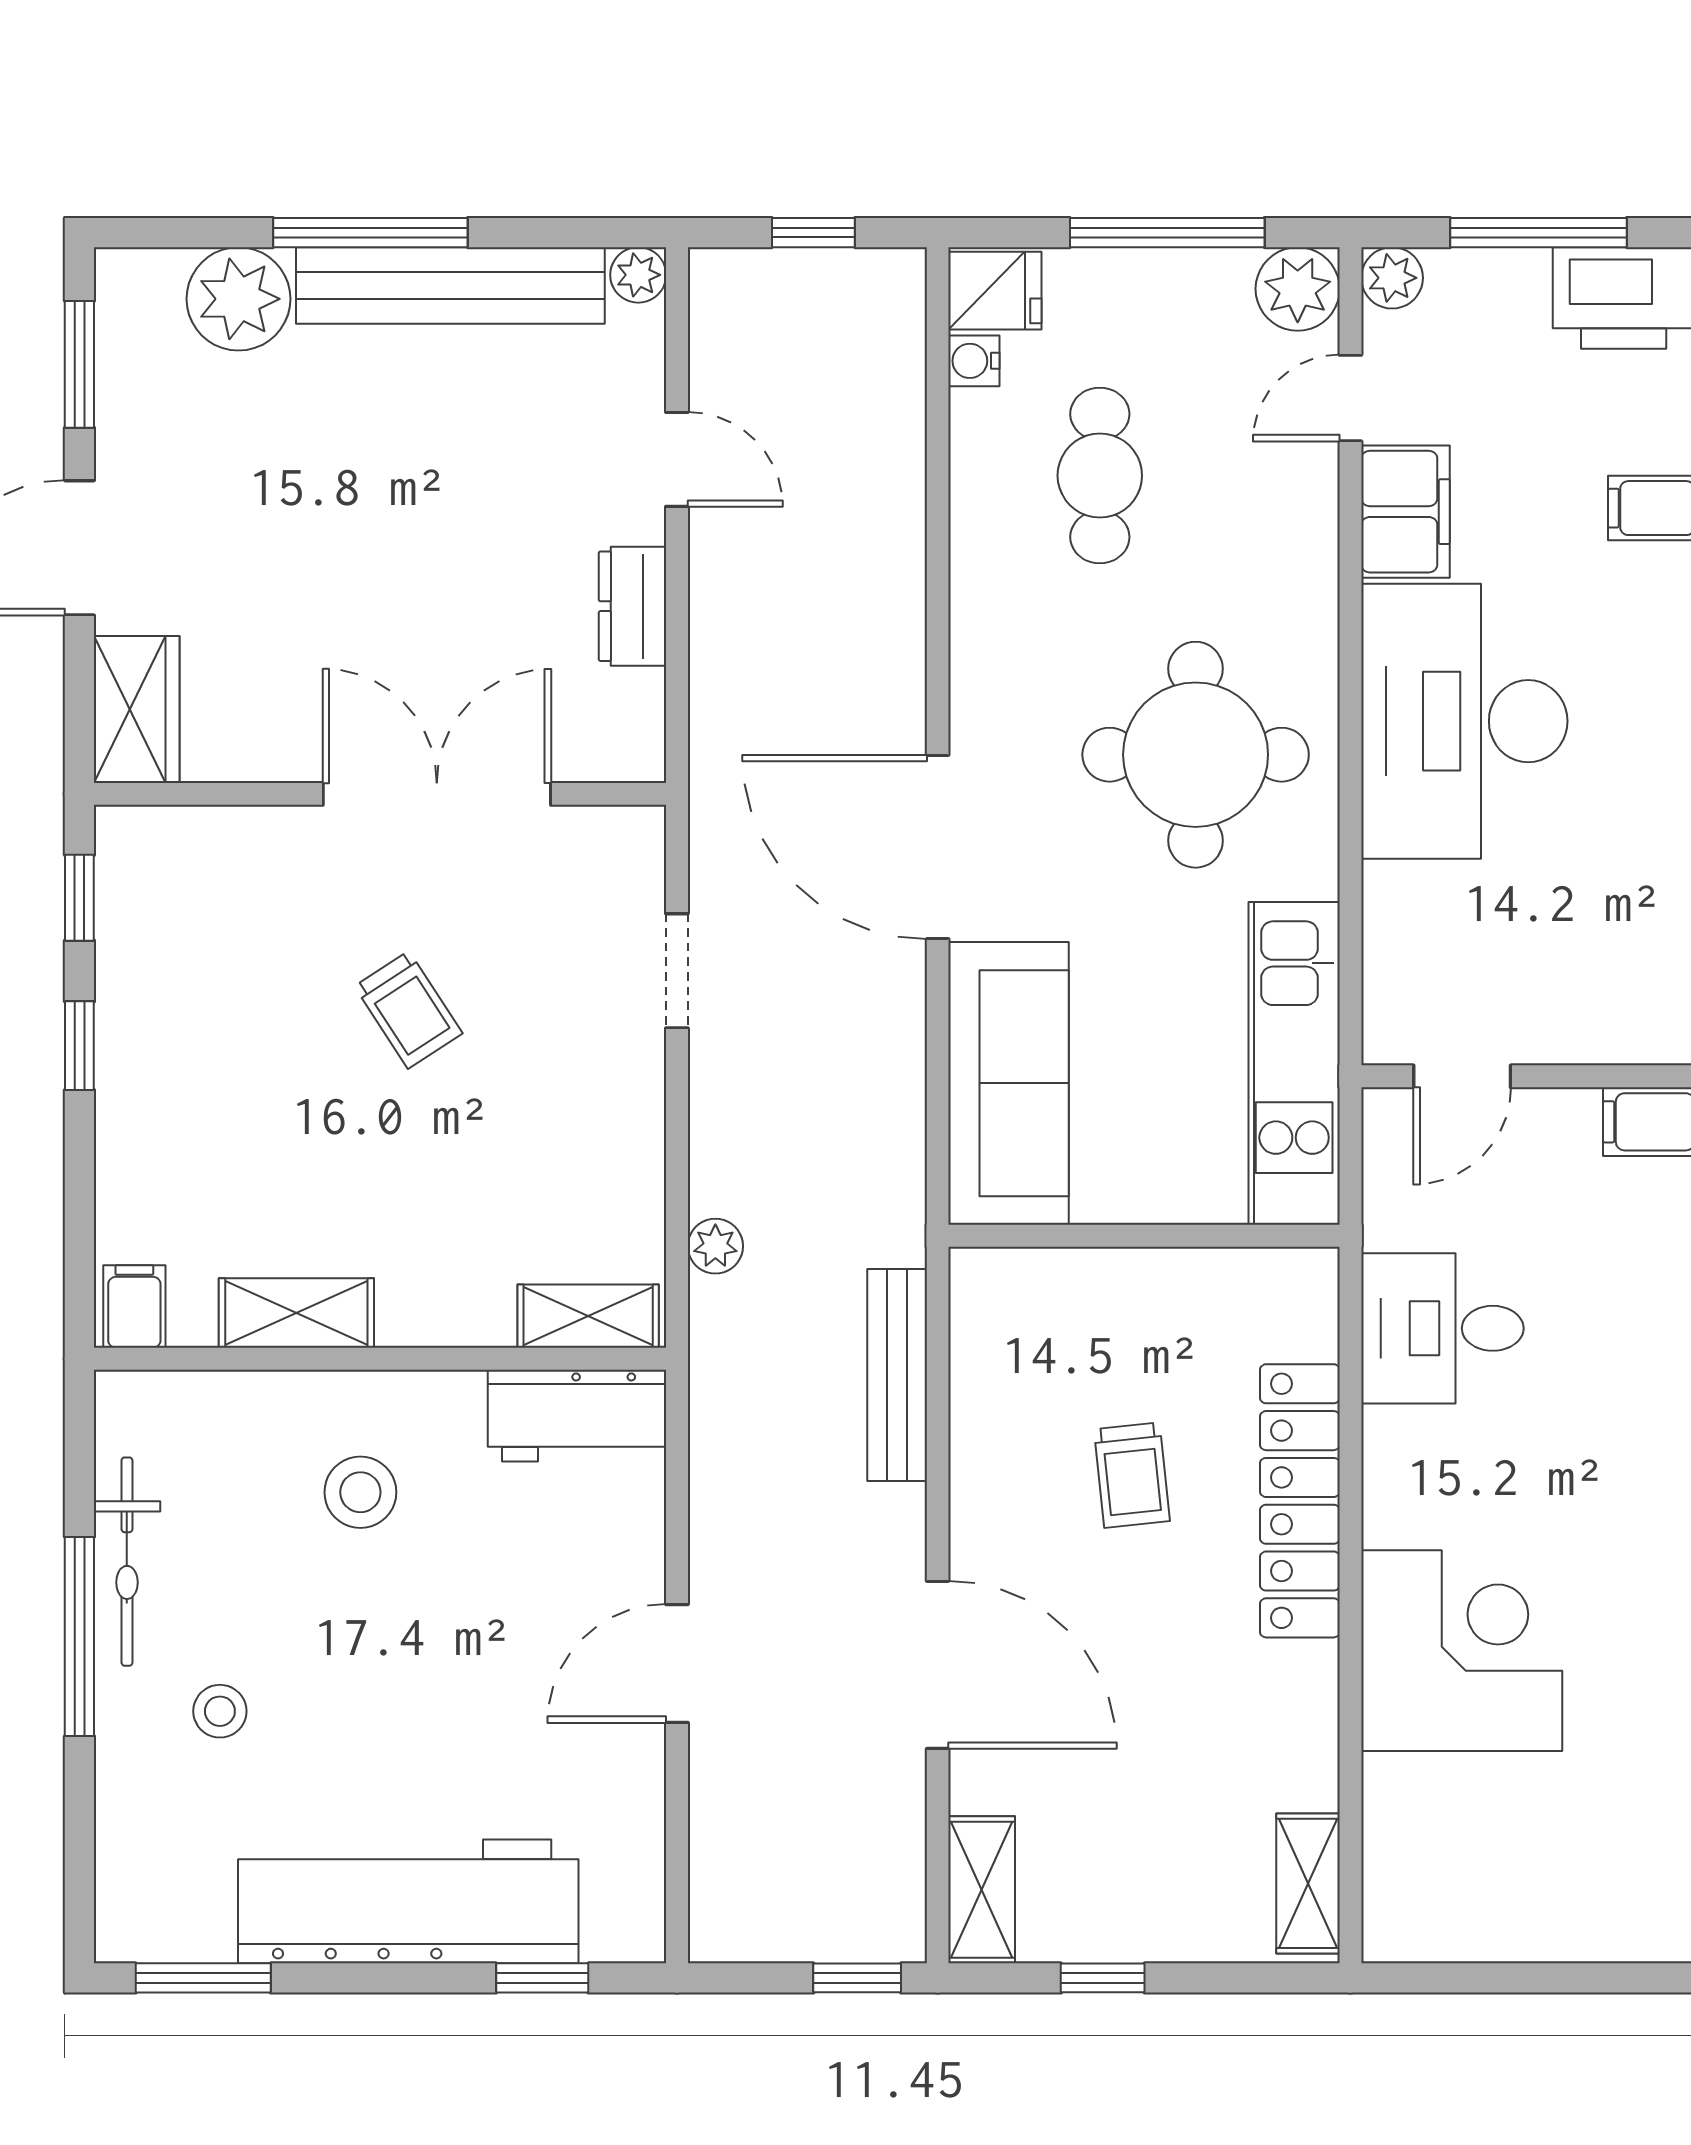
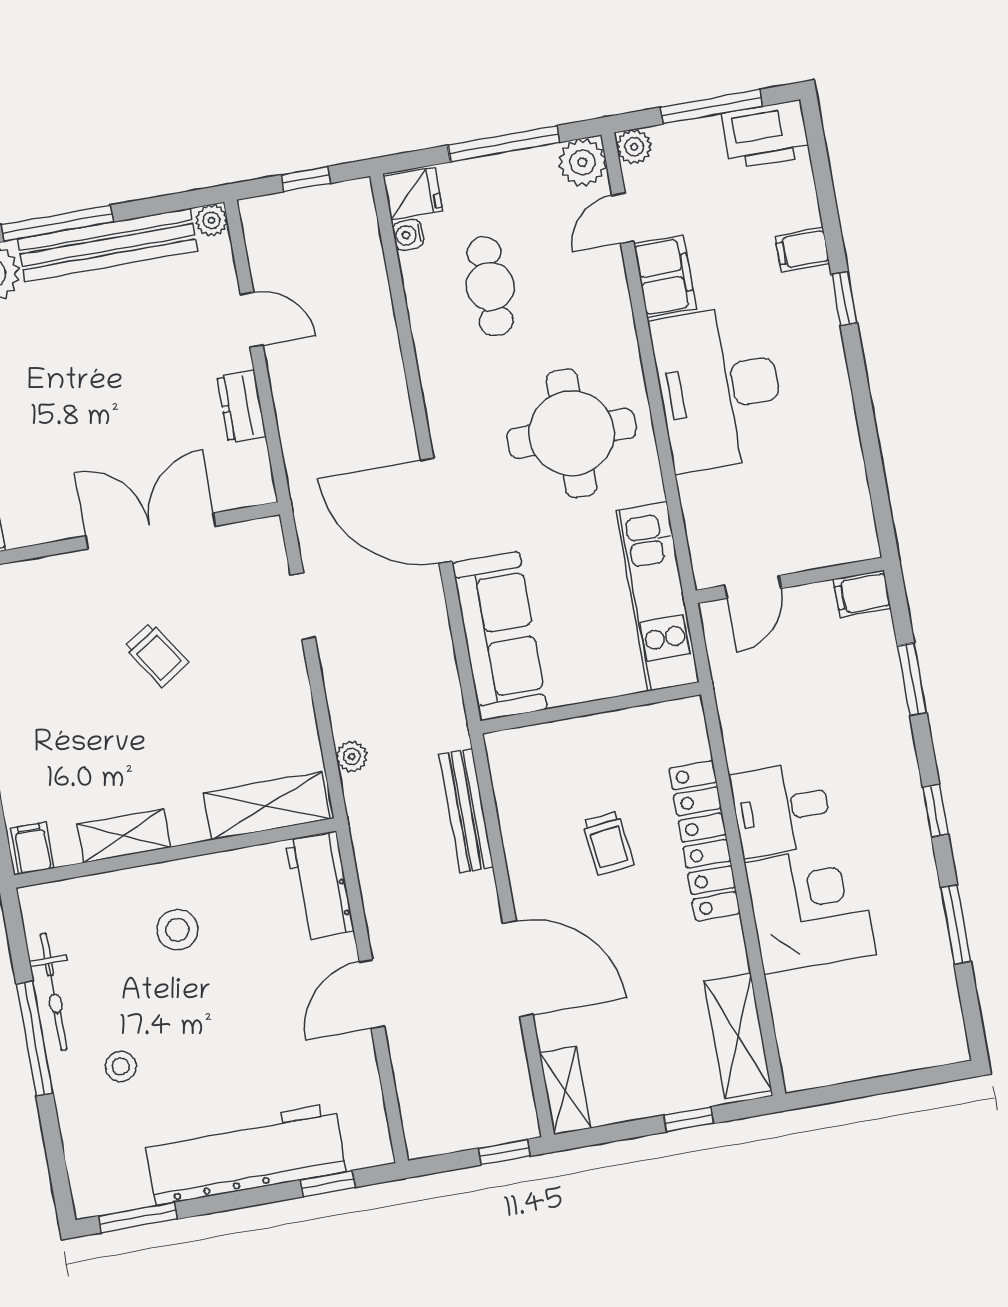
shelving: (588, 1316) -> (267, 806), width x1.50, depth x1.33
desk: (1442, 1328) -> (781, 809), moved
workbench: (577, 1416) -> (320, 886), moved, turned 90
shelving: (1308, 1883) -> (738, 1036), width x1.50, depth x1.33
window: (1103, 1978) -> (689, 1119), moved

